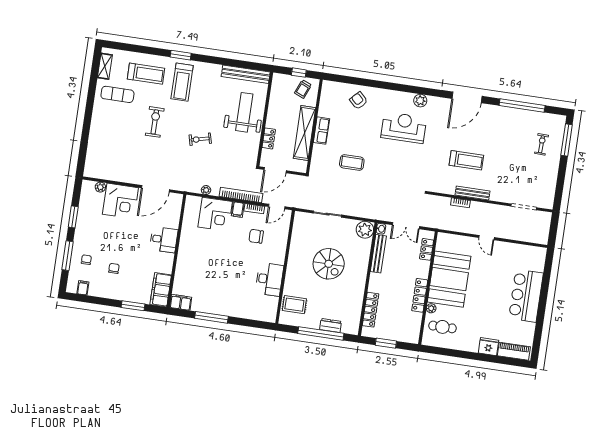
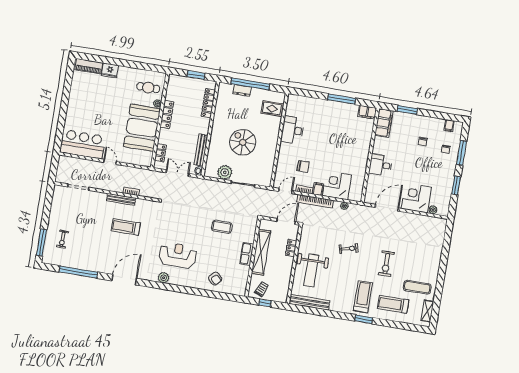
reception desk: (404, 128) -> (178, 255), turned 180
plant: (365, 230) -> (225, 172), moved
bar counter: (526, 296) -> (83, 144), moved, turned -90

